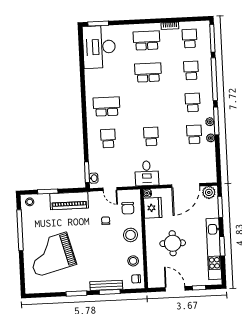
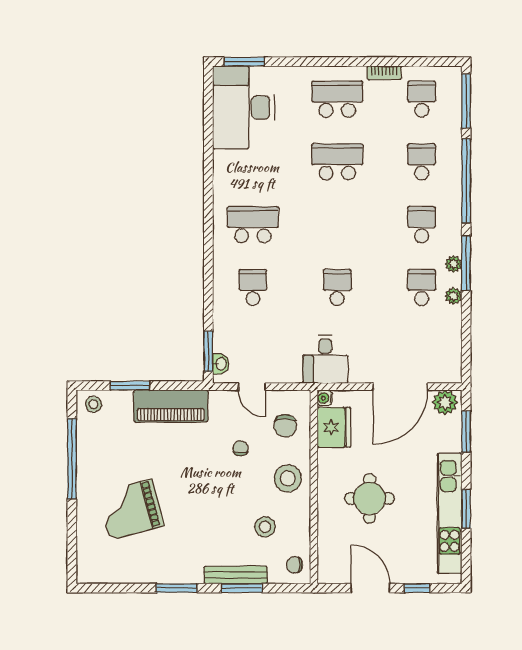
grand piano: (51, 254) -> (131, 509), width x0.73, depth x0.68
stool: (133, 261) -> (265, 527), moved

